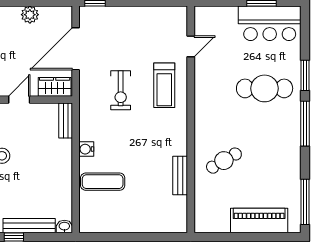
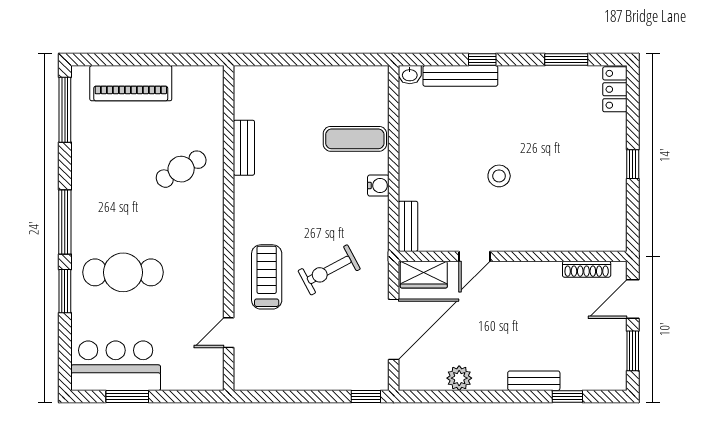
exercise bike: (121, 90) -> (329, 270), turned -118

